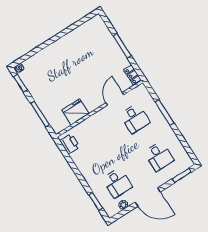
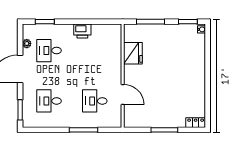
locker: (132, 75) -> (196, 123), moved
printer: (70, 144) -> (82, 31), moved

